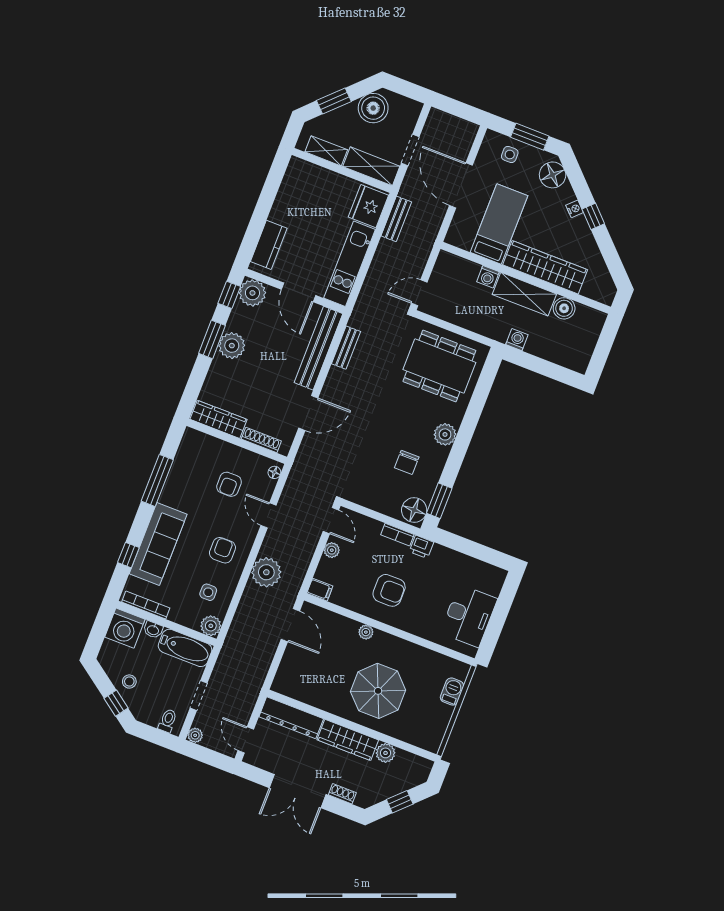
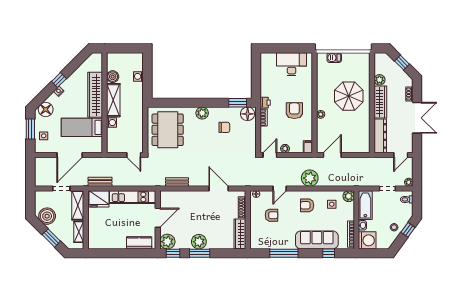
washing machine: (517, 340) -> (138, 76), moved
bench: (318, 348) -> (183, 196), removed

